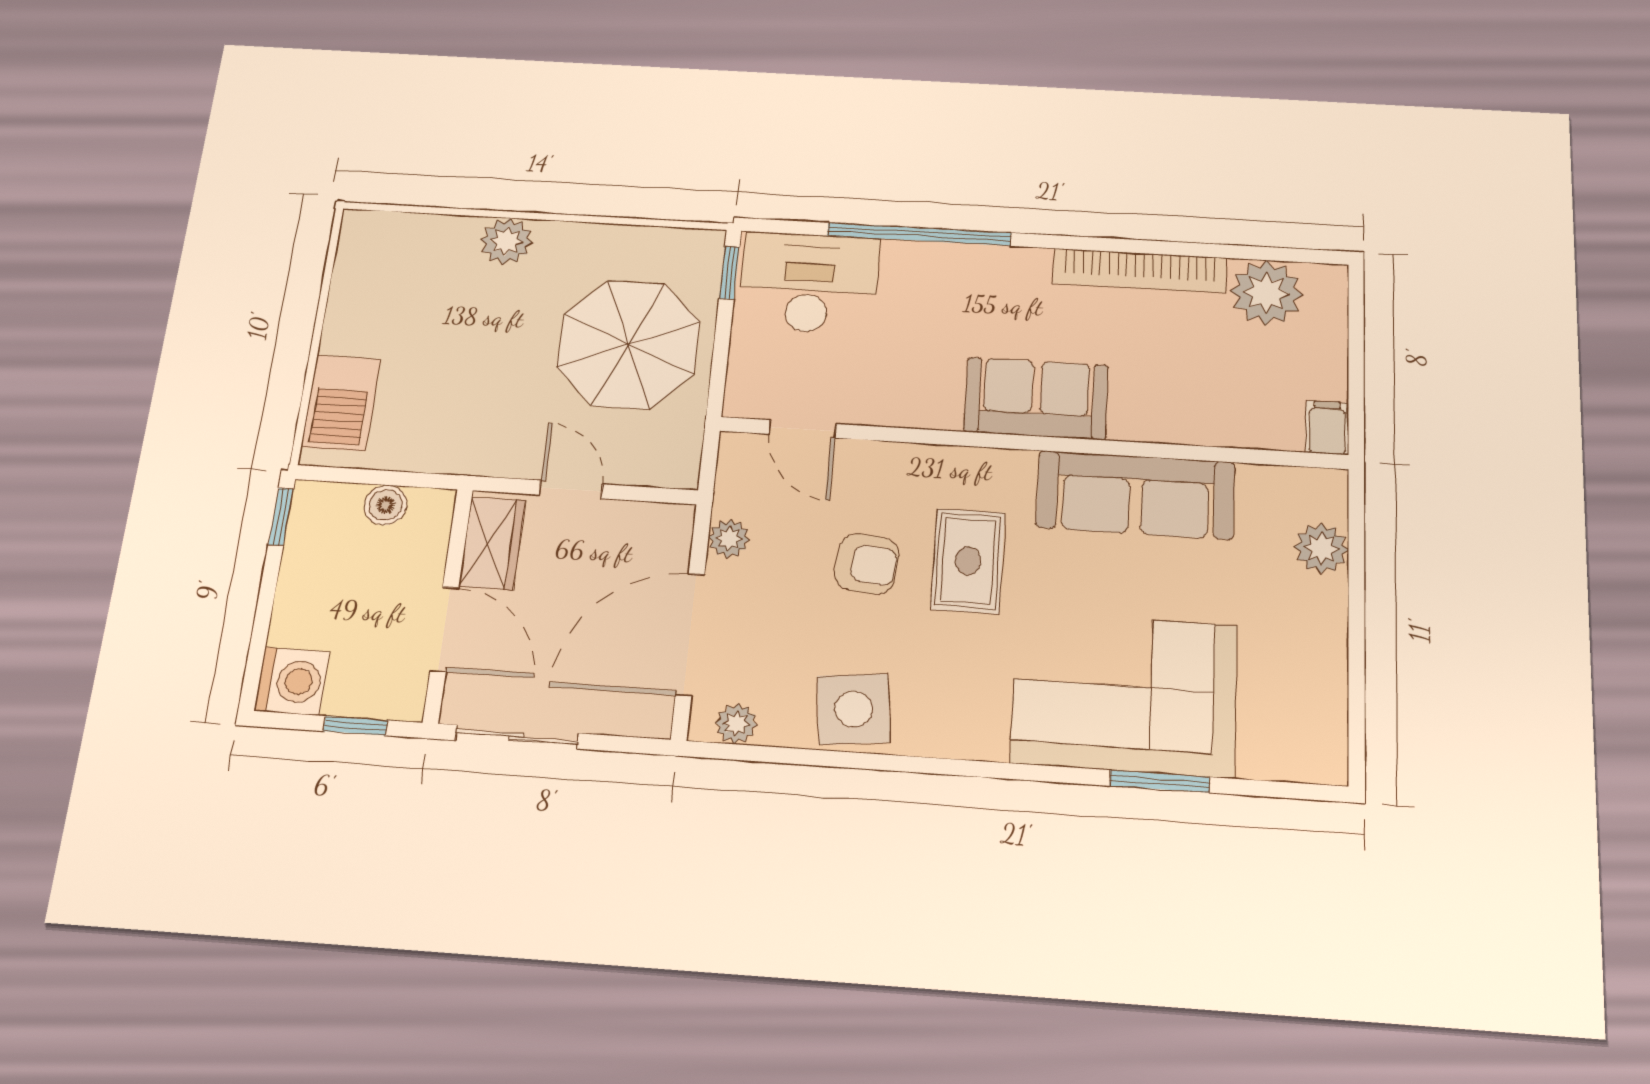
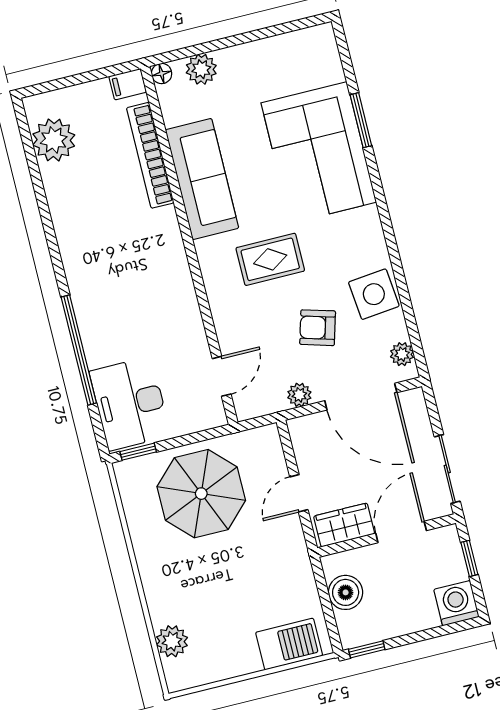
plant: (506, 241) -> (172, 641), moved
bookcase: (1140, 271) -> (150, 155), moved, turned 180
sofa: (1036, 398) -> (161, 251), removed
floor lamp: (1331, 484) -> (162, 74), added
boiler: (386, 505) -> (346, 592), width x1.36, depth x1.36
armchair: (867, 564) -> (318, 328), moved, turned -81

